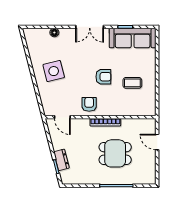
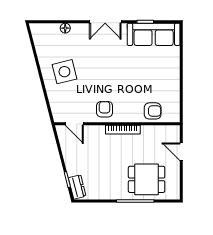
armchair: (103, 77) -> (153, 111), moved
coffee table: (132, 83) -> (153, 85), removed
dining table: (115, 153) -> (147, 179), moved
dresser: (61, 160) -> (77, 187), moved

